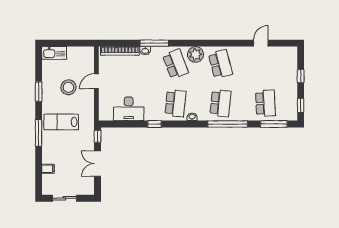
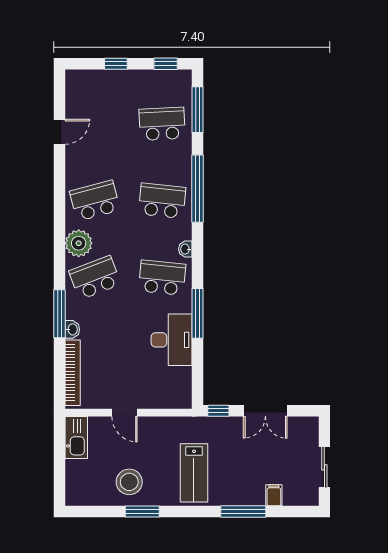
door: (261, 43) -> (59, 132), swing flipped
kitchen sink: (54, 53) -> (76, 437), moved
stool: (68, 87) -> (129, 482), moved
desk: (129, 109) -> (172, 340), moved
window: (155, 124) -> (198, 313), width x2.17
window: (39, 133) -> (243, 512), moved

